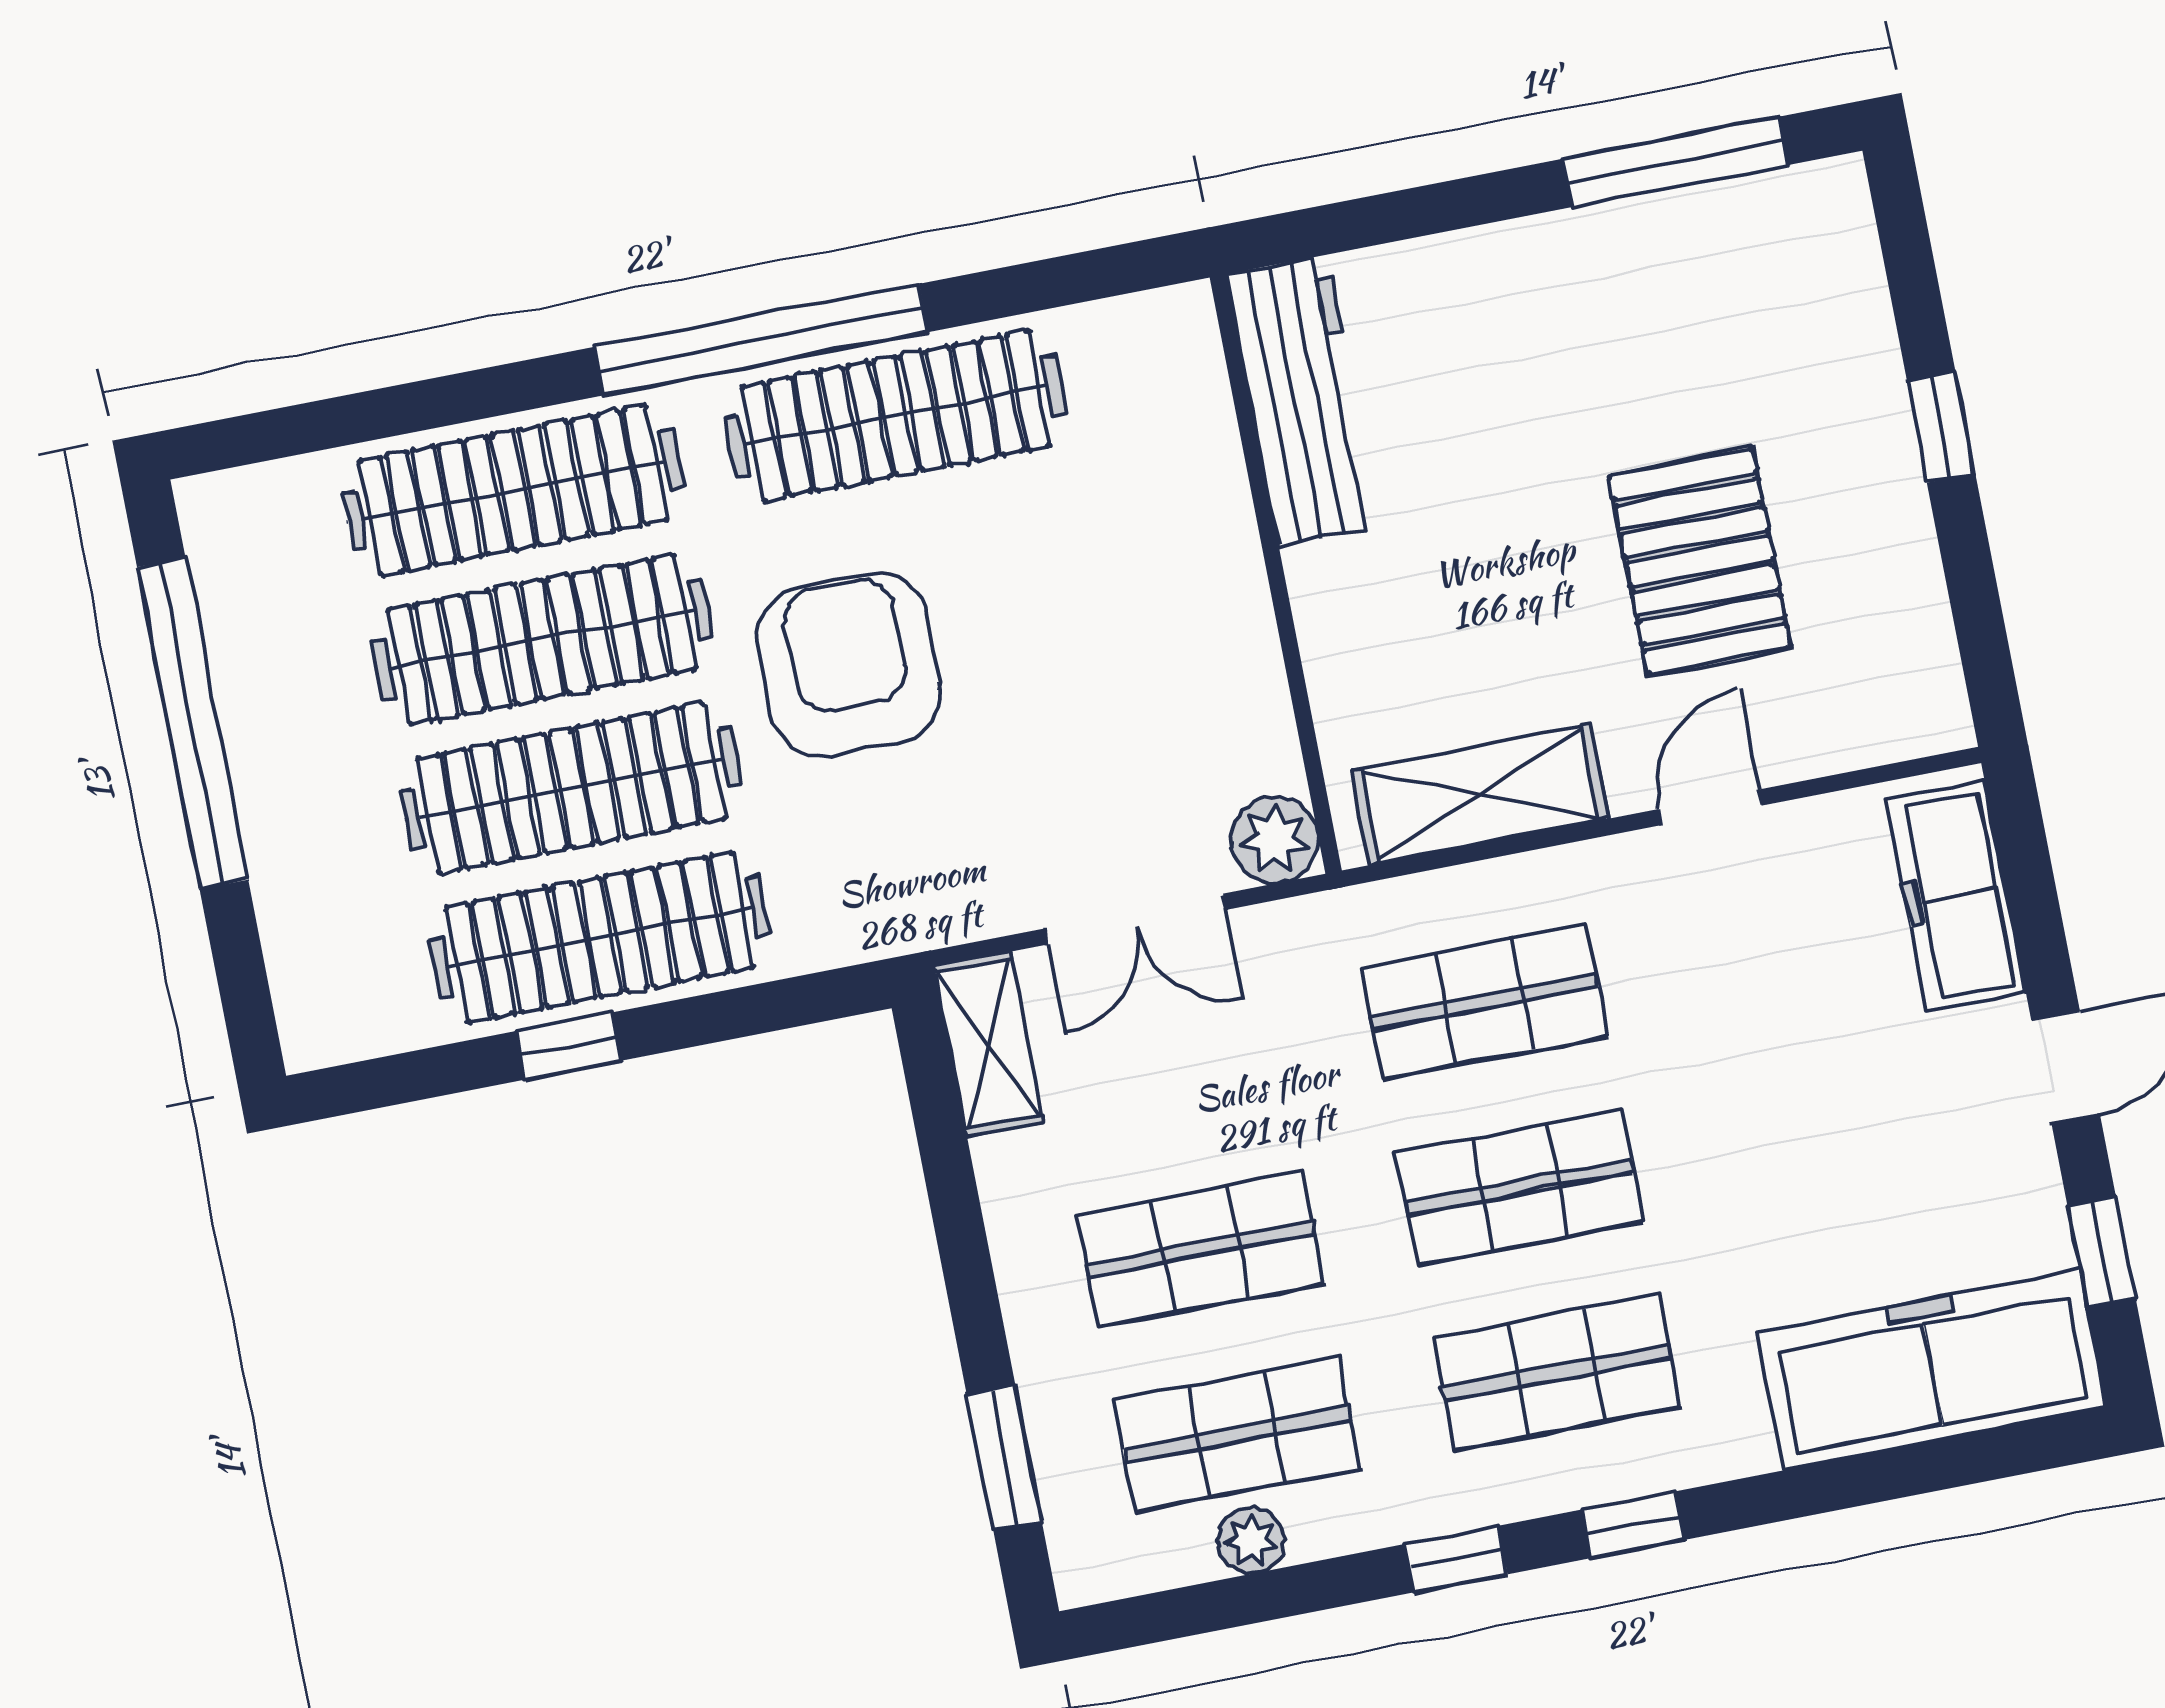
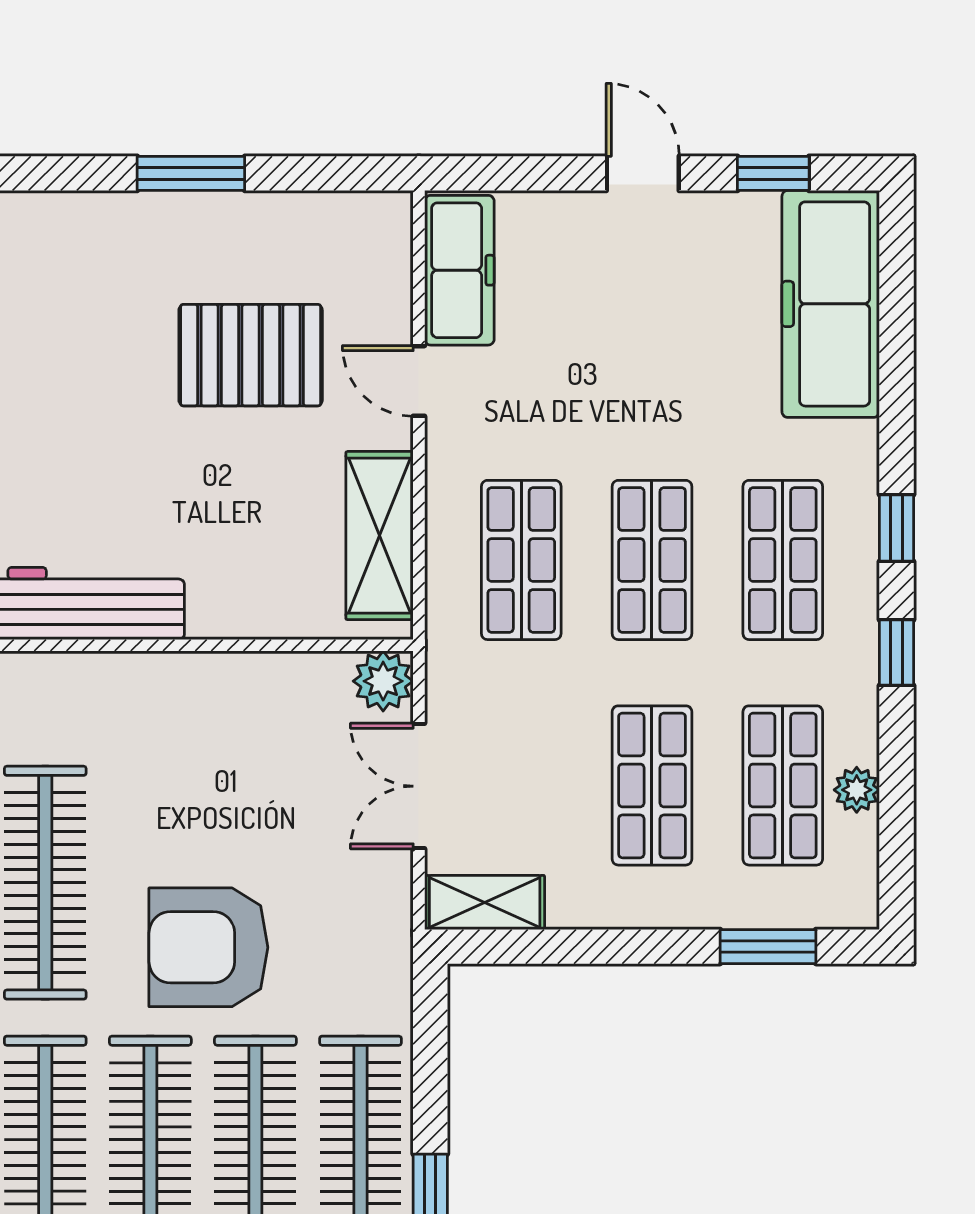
window: (1941, 427) -> (191, 173), width x1.50
freezer: (1956, 896) -> (459, 270), moved, turned -90
double door: (1136, 919) -> (419, 786), swing flipped

